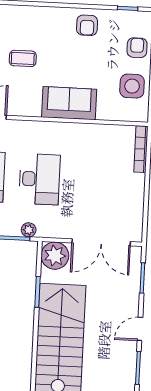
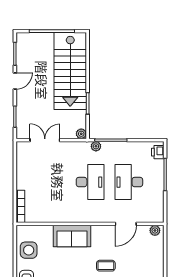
desk: (39, 179) -> (90, 182), turned 180
double door: (101, 242) -> (45, 140), width x0.73
plant: (55, 256) -> (81, 134), width x0.53, depth x0.53

